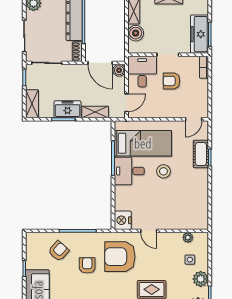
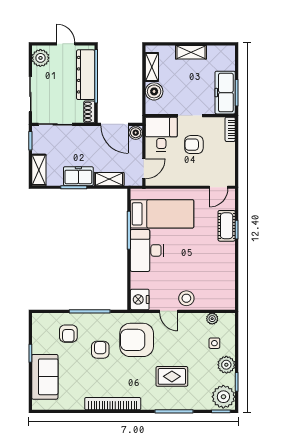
desk: (129, 171) -> (147, 250), width x1.37
stool: (163, 171) -> (186, 298), moved
armchair: (59, 251) -> (68, 334), turned 138

